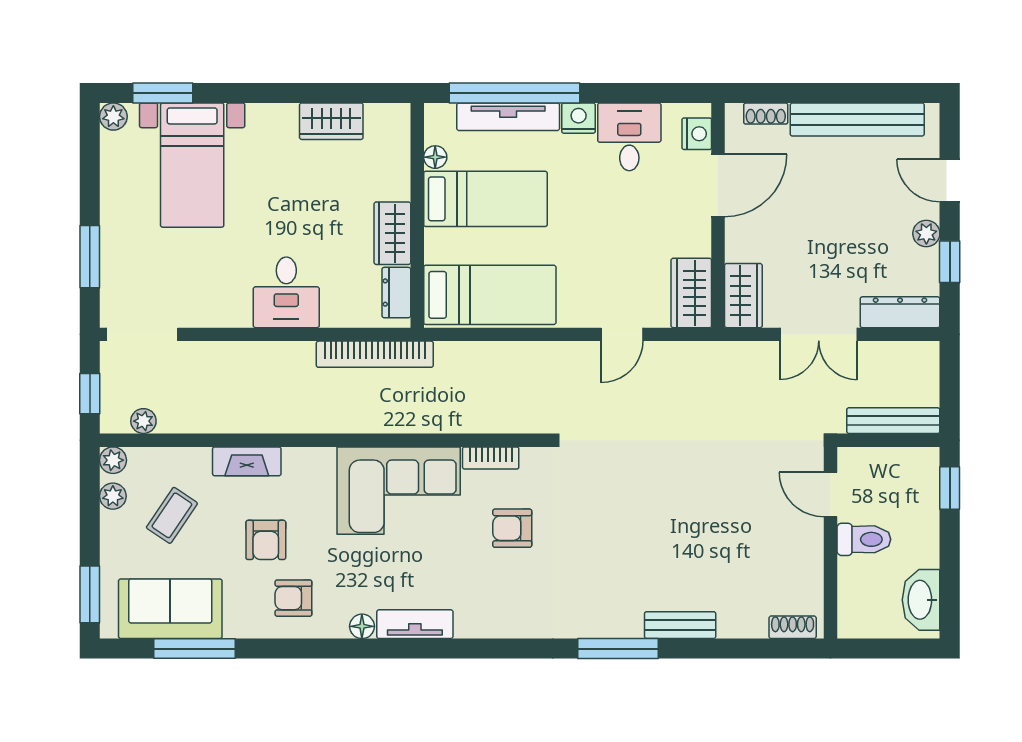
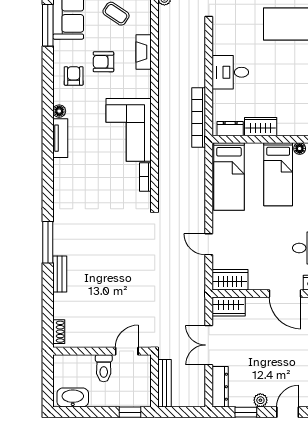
armchair: (512, 528) -> (109, 188), removed

